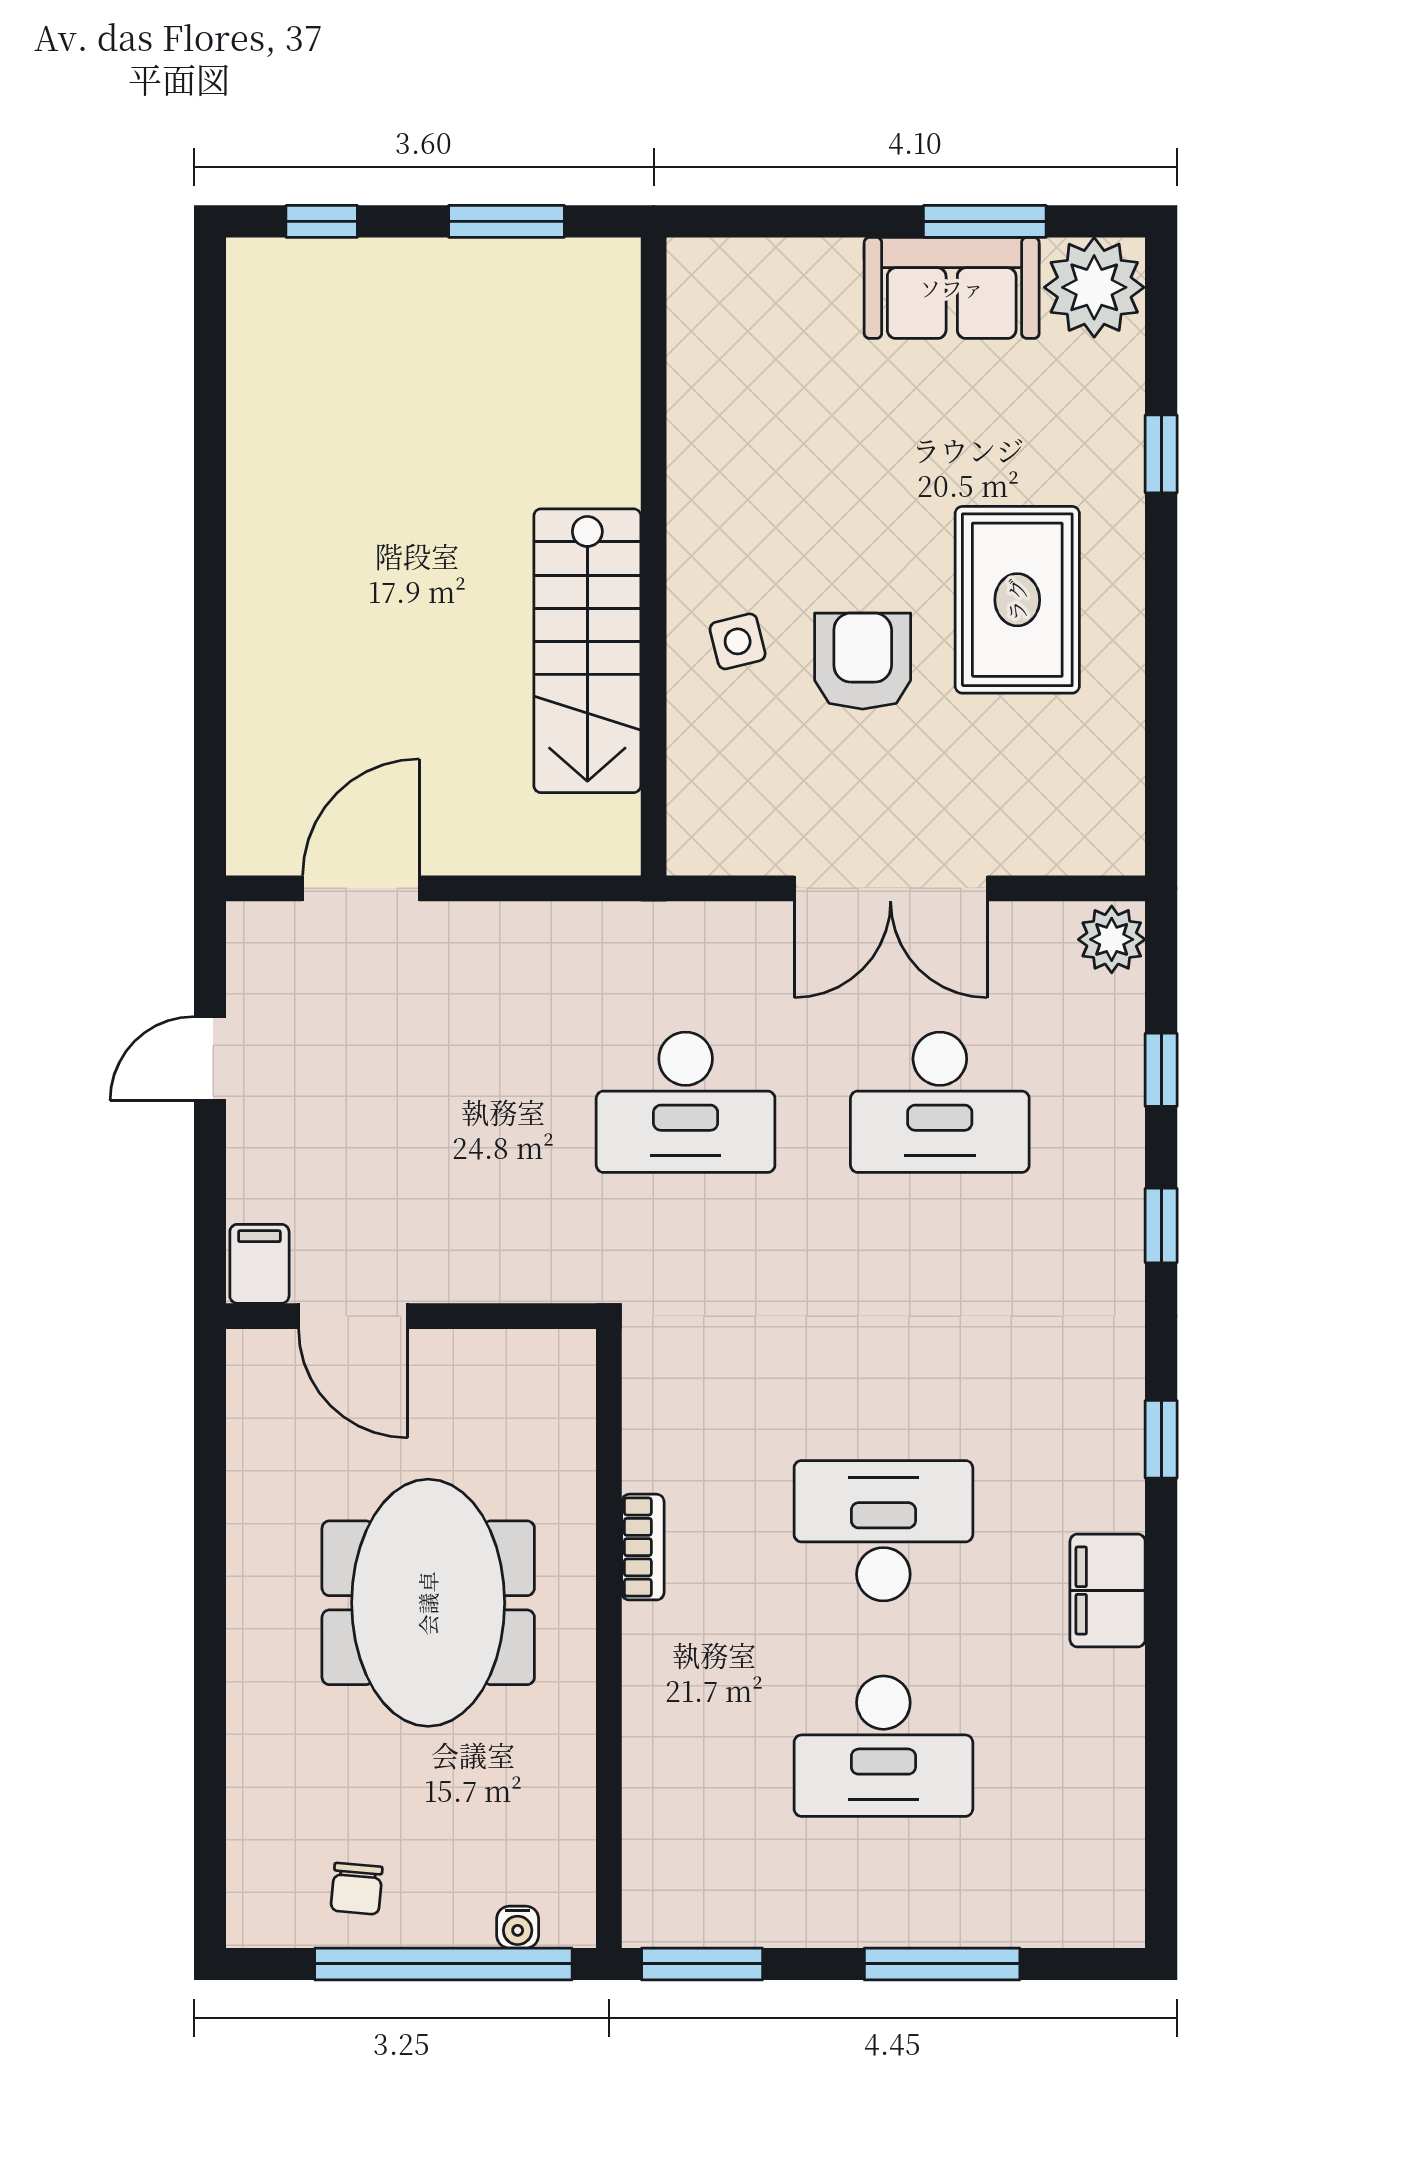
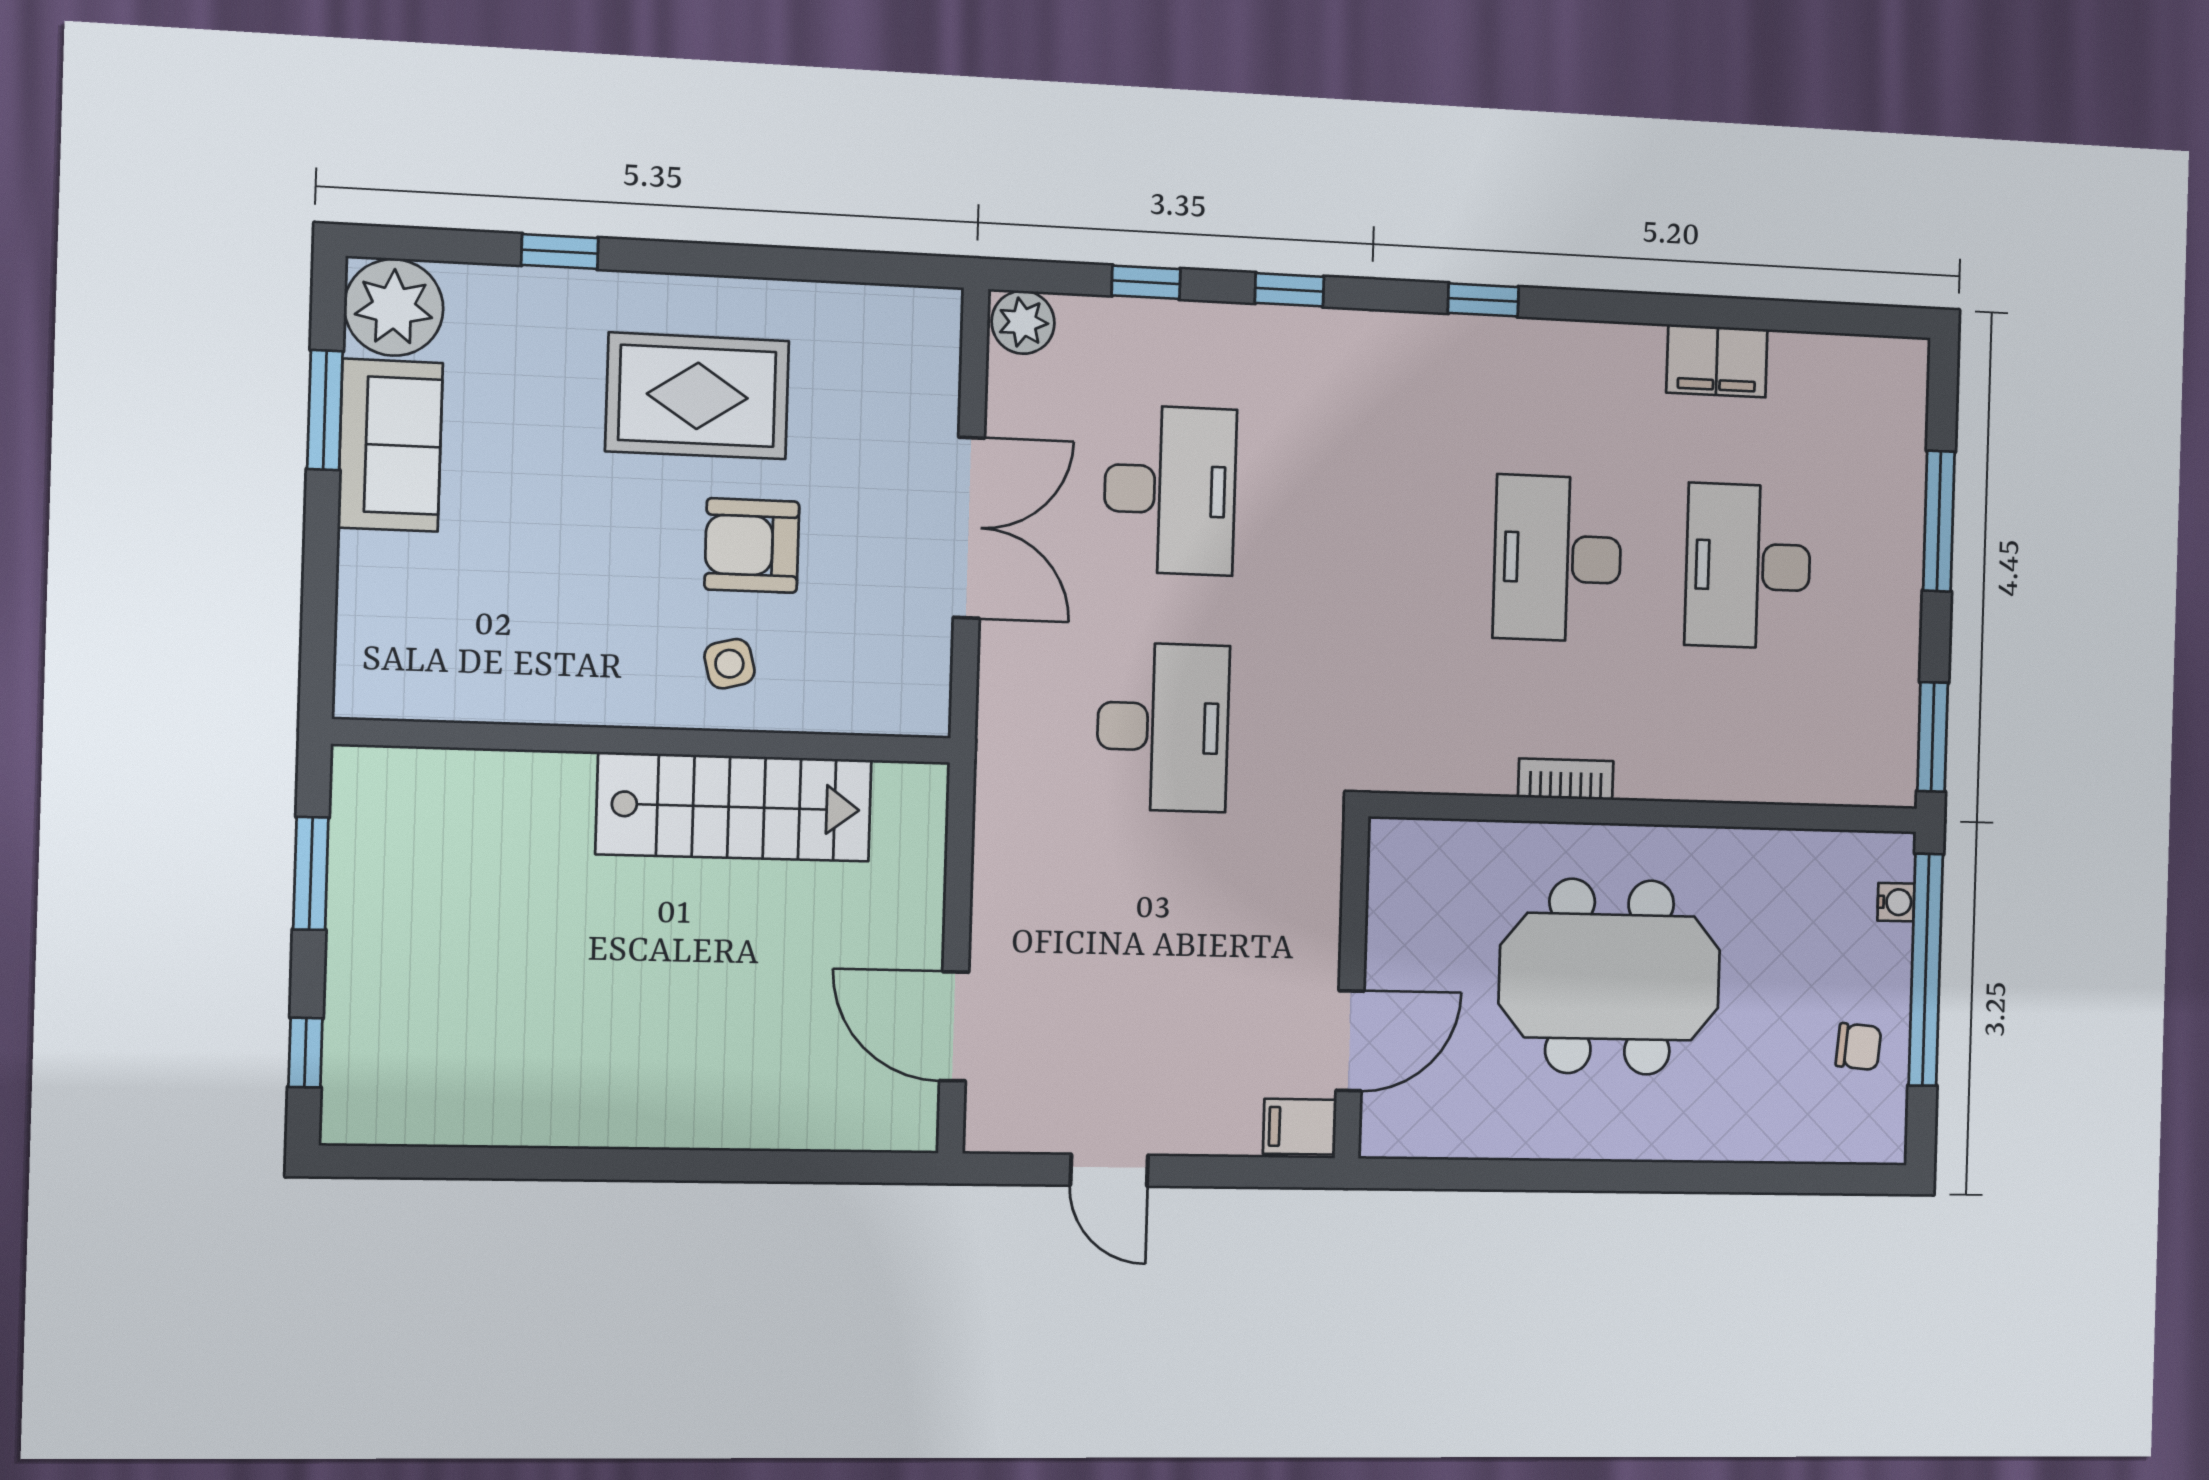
filing cabinet: (1108, 1590) -> (1717, 361), moved
desk: (883, 1746) -> (1748, 566), turned 180

